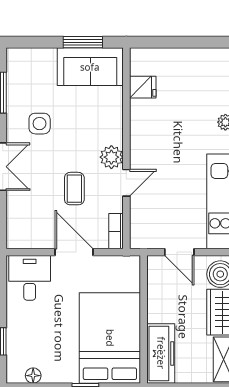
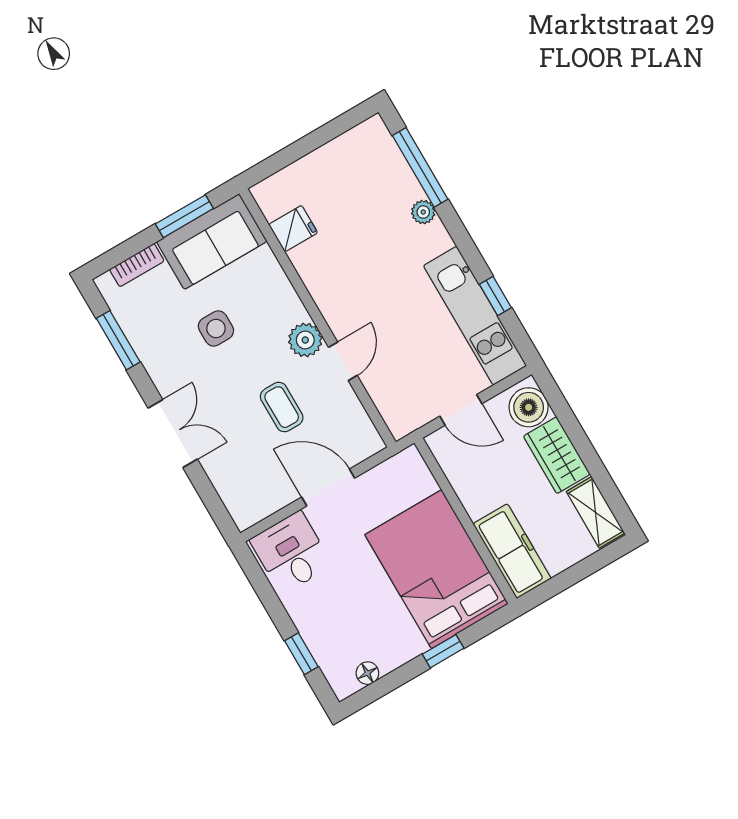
side table: (40, 124) -> (216, 329), moved
bookcase: (116, 231) -> (137, 265), moved, turned -90

